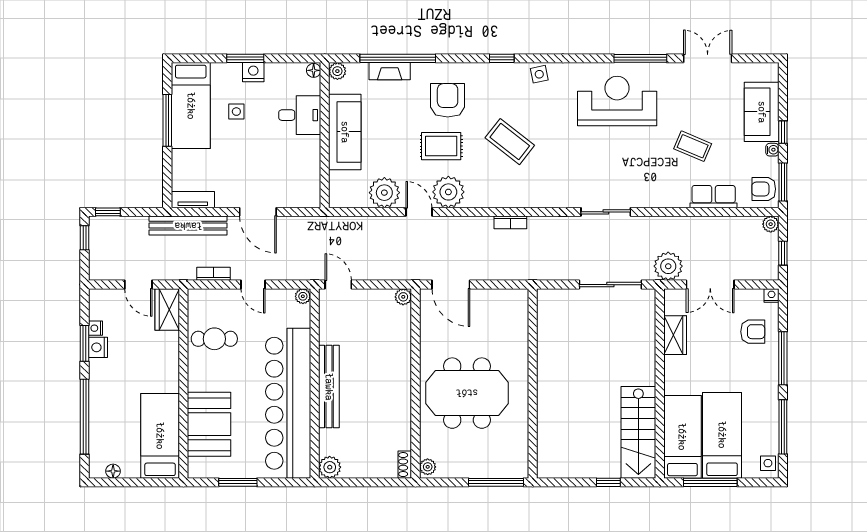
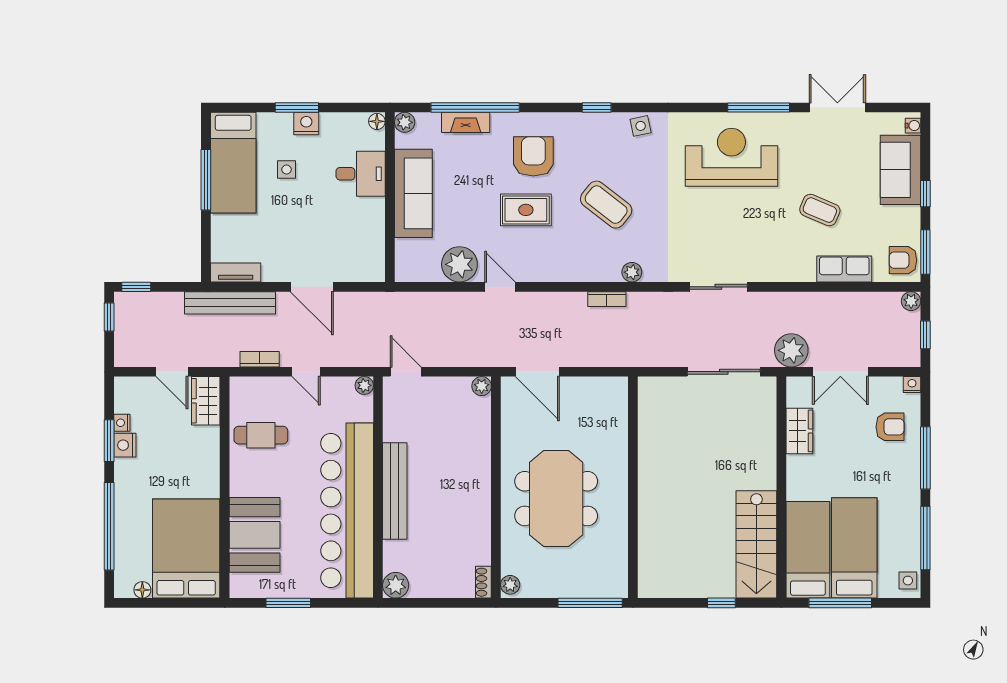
water cooler: (772, 150) -> (913, 126), moved
plant: (448, 192) -> (632, 272), moved, width x0.53, depth x0.53
meeting table: (467, 393) -> (556, 499), turned 90
bed: (160, 436) -> (186, 549), width x1.50

